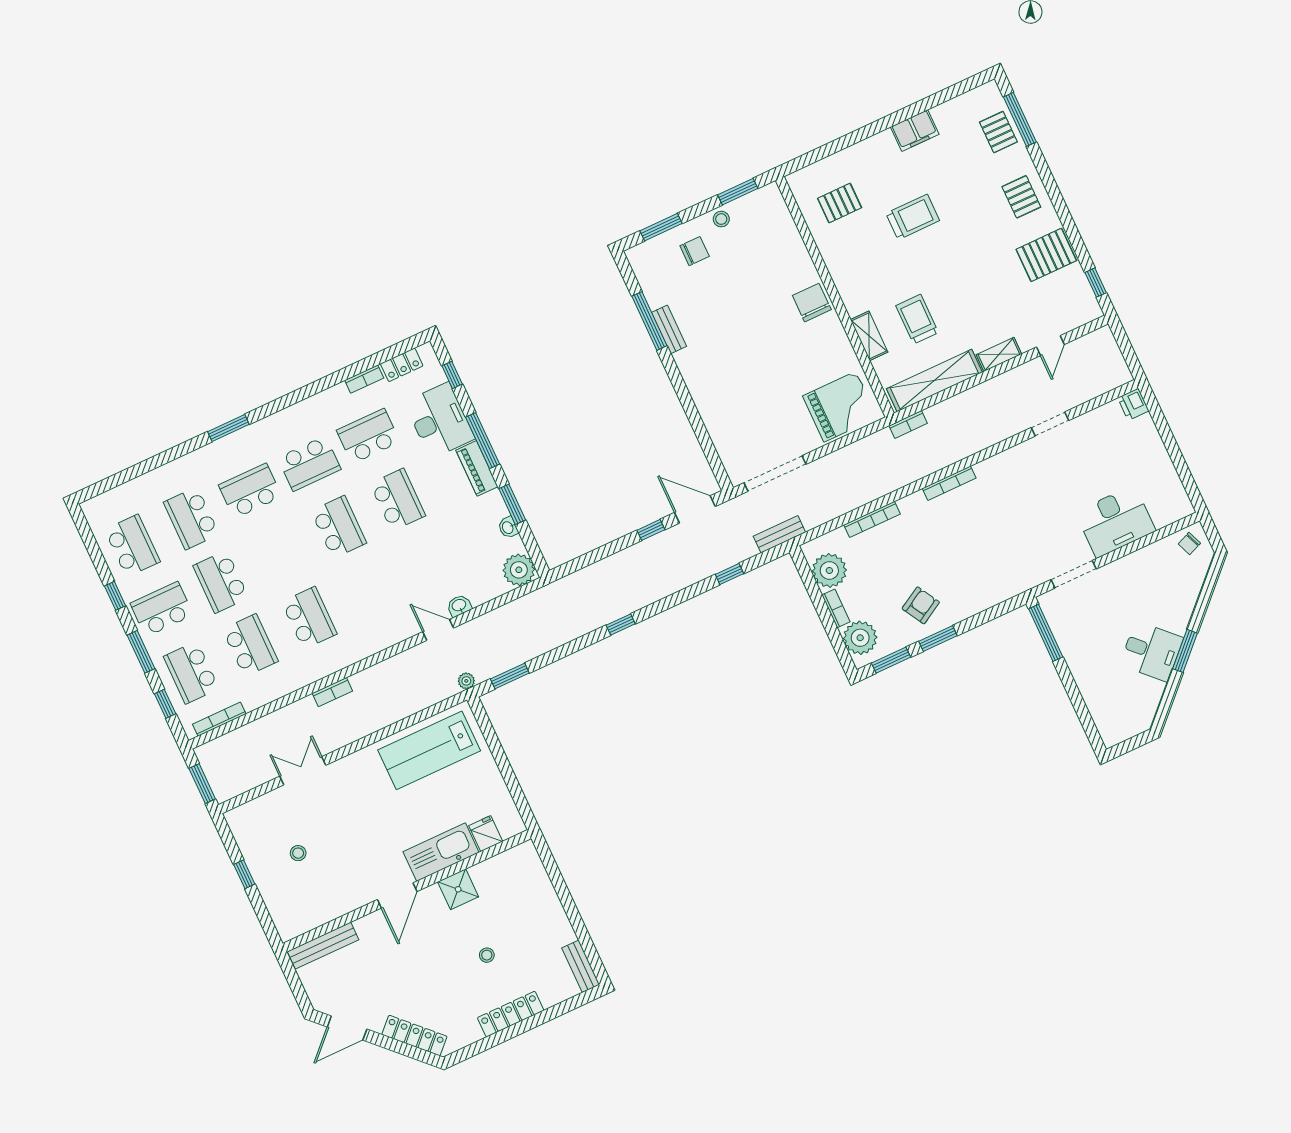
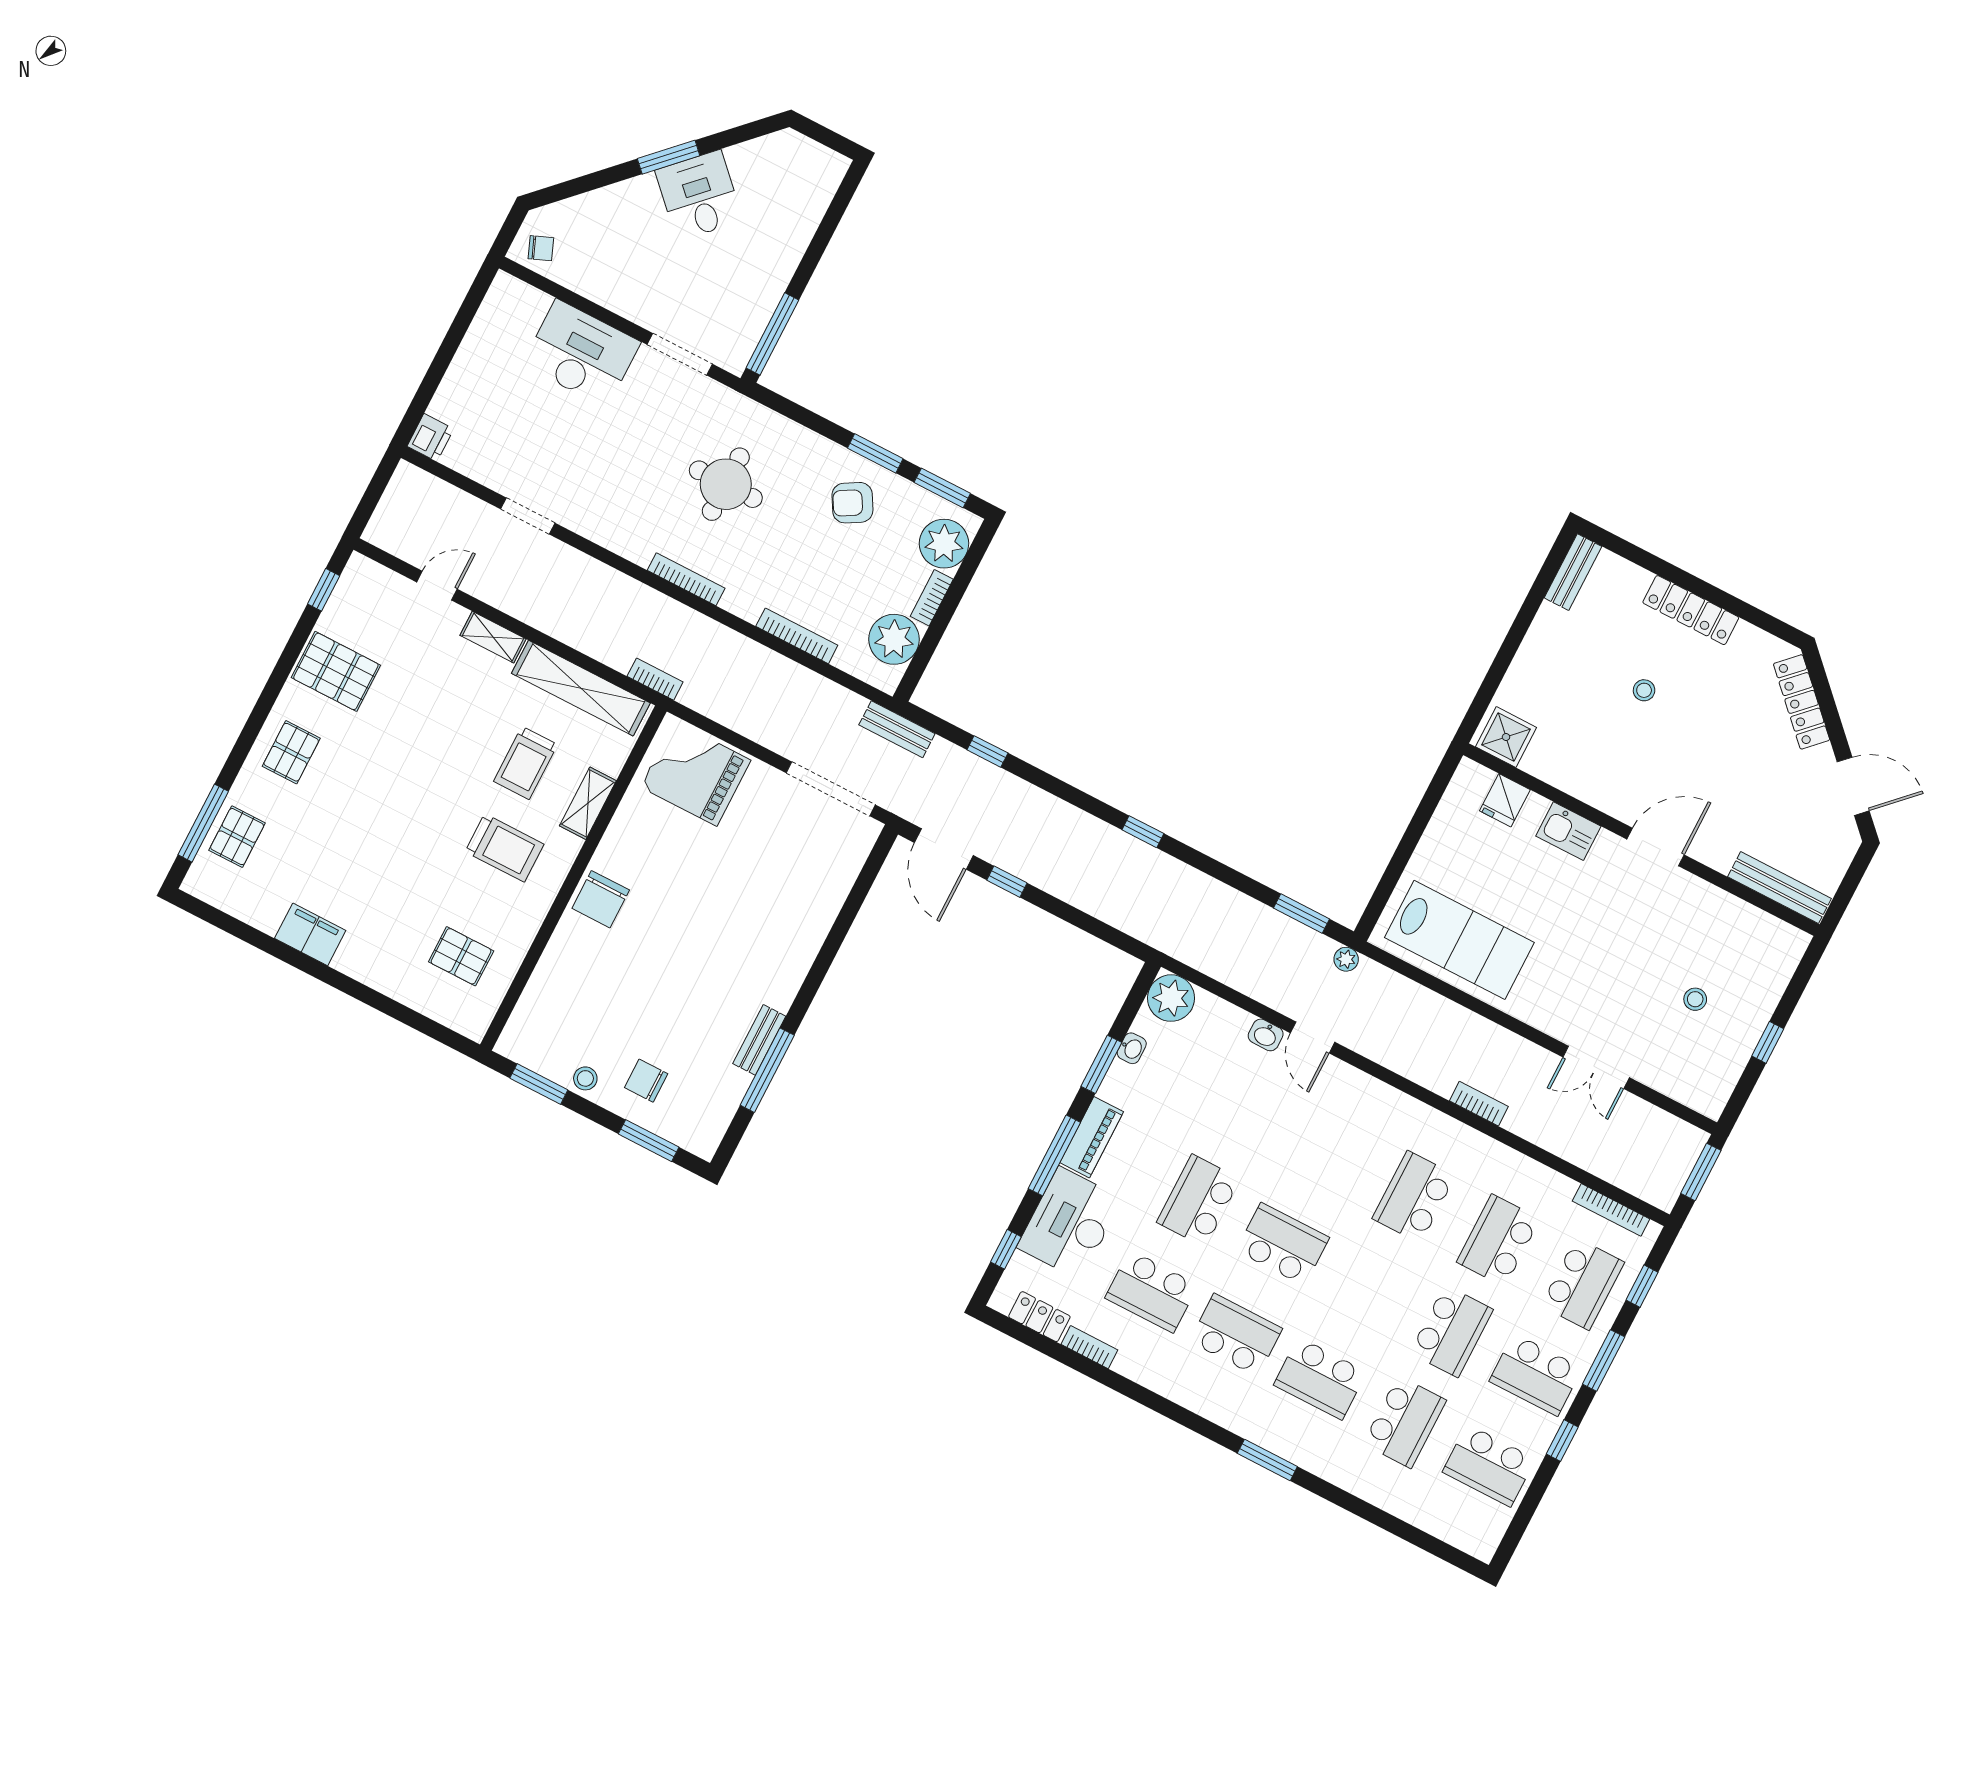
trolley: (913, 217) -> (505, 848), moved, turned 180
school desk: (339, 527) -> (1283, 1244), turned 90
round table: (984, 545) -> (726, 484), added
school desk: (132, 546) -> (1489, 1465), turned -90
kitchen sink: (441, 852) -> (1568, 831), width x0.53, depth x0.81
shower: (458, 889) -> (1506, 737), moved

